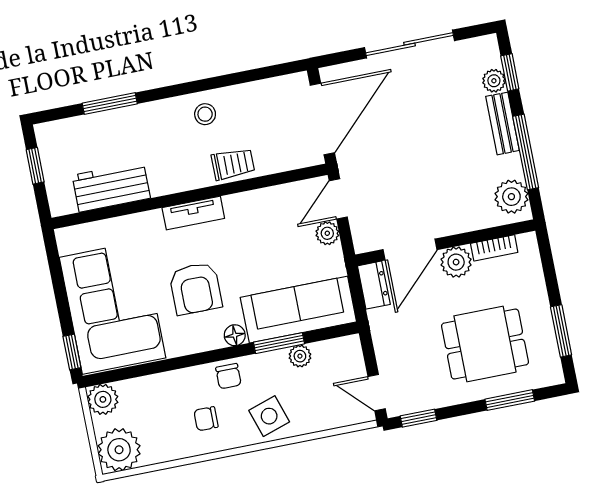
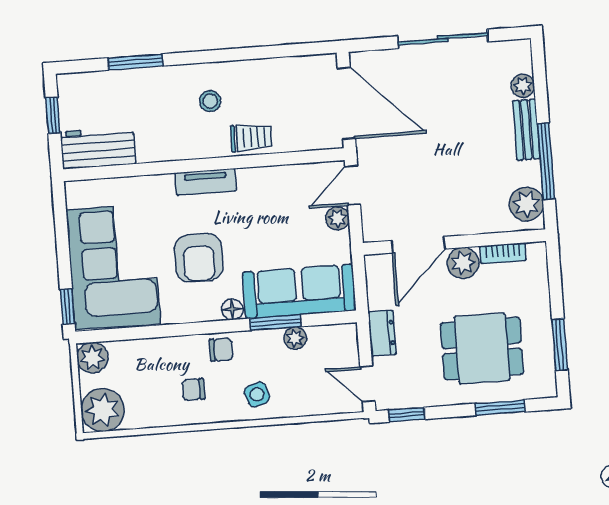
window: (510, 72) -> (540, 79), removed
stool: (205, 114) -> (210, 101), moved
door: (322, 119) -> (346, 103), hinge flipped
workbench: (111, 187) -> (98, 148), moved
dresser: (374, 285) -> (382, 333), moved
chair: (228, 376) -> (221, 350), turned -90
side table: (269, 416) -> (257, 394), width x0.73, depth x0.73

